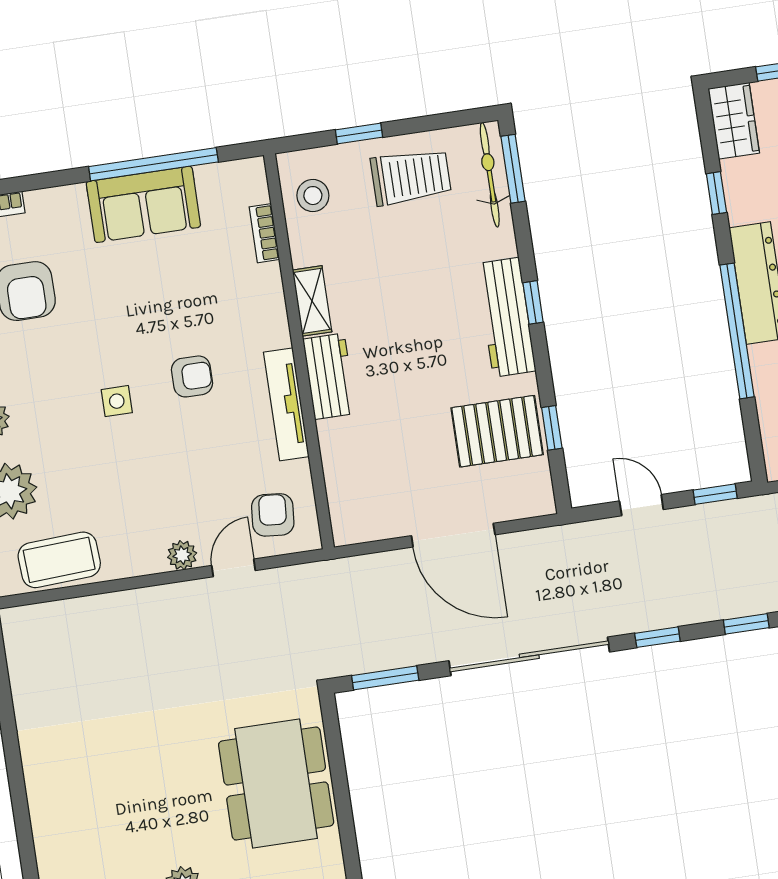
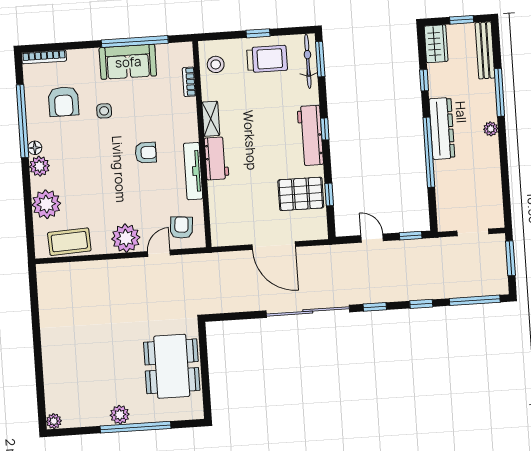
window: (359, 134) -> (258, 33), moved
side table: (117, 401) -> (104, 111), moved
plant: (182, 555) -> (126, 238), width x1.87, depth x1.87
window: (385, 678) -> (233, 316), removed

